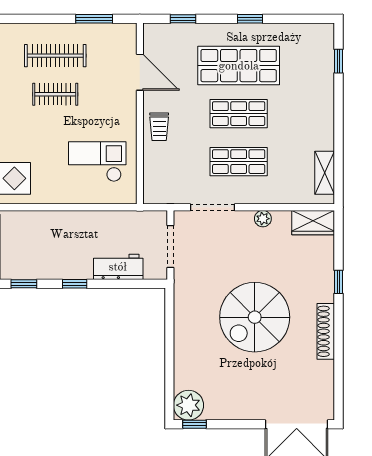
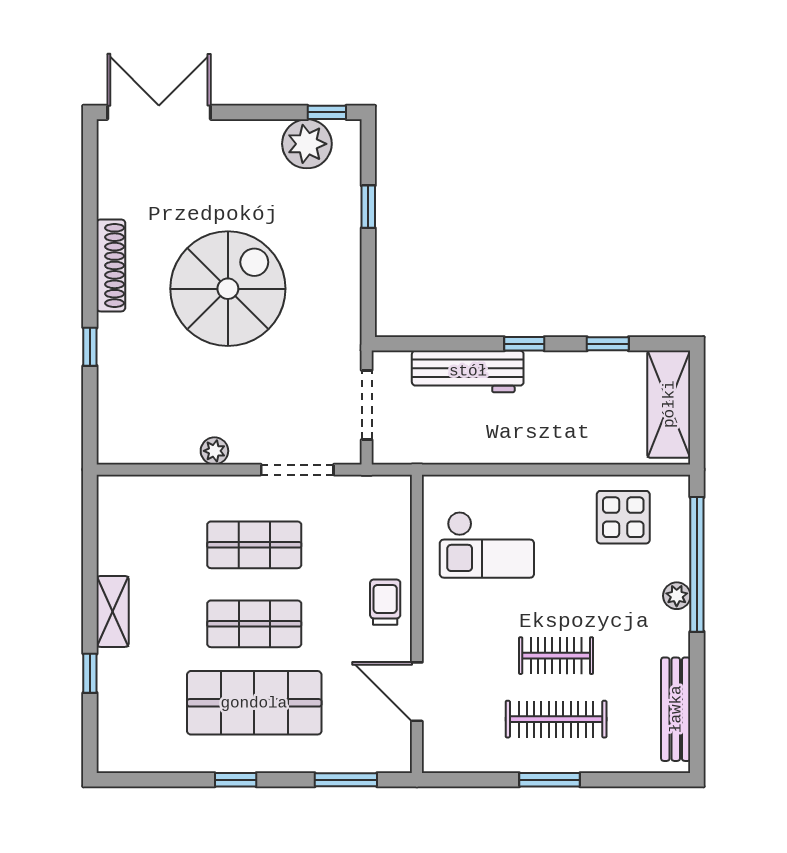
window: (94, 19) -> (550, 780), moved
window: (183, 19) -> (346, 780), width x1.50
window: (339, 61) -> (90, 673), moved
shelving: (325, 173) -> (113, 611), moved
wardrobe: (313, 223) -> (132, 444), removed
workbench: (118, 267) -> (468, 371), width x1.38
window: (169, 367) -> (368, 207), added
plant: (188, 405) -> (307, 144), moved

